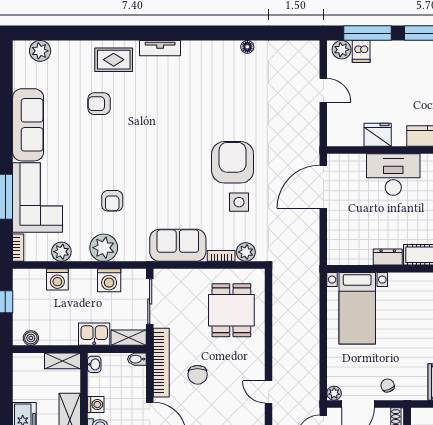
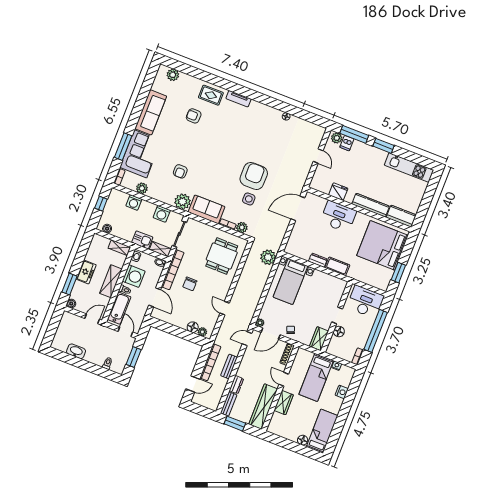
plant: (104, 248) -> (182, 202), moved
plant: (306, 283) -> (268, 257), added
washing machine: (96, 405) -> (134, 276), width x1.89, depth x1.89

